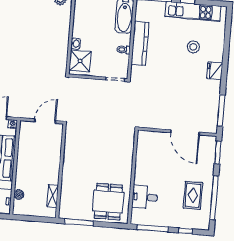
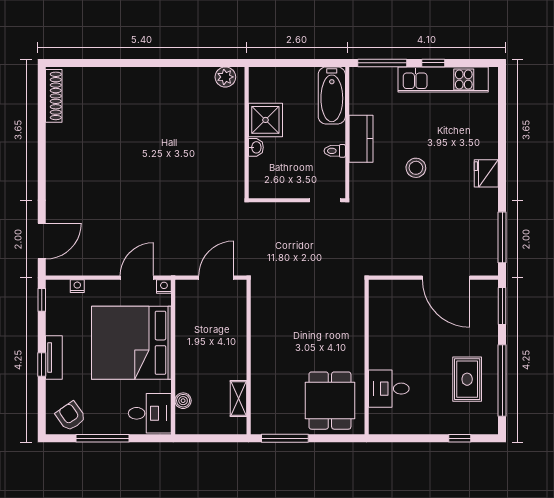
kitchen counter: (140, 43) -> (361, 139), width x0.67
stool: (193, 47) -> (416, 168), moved
shower: (80, 61) -> (265, 120), moved
window: (153, 228) -> (406, 438), removed

